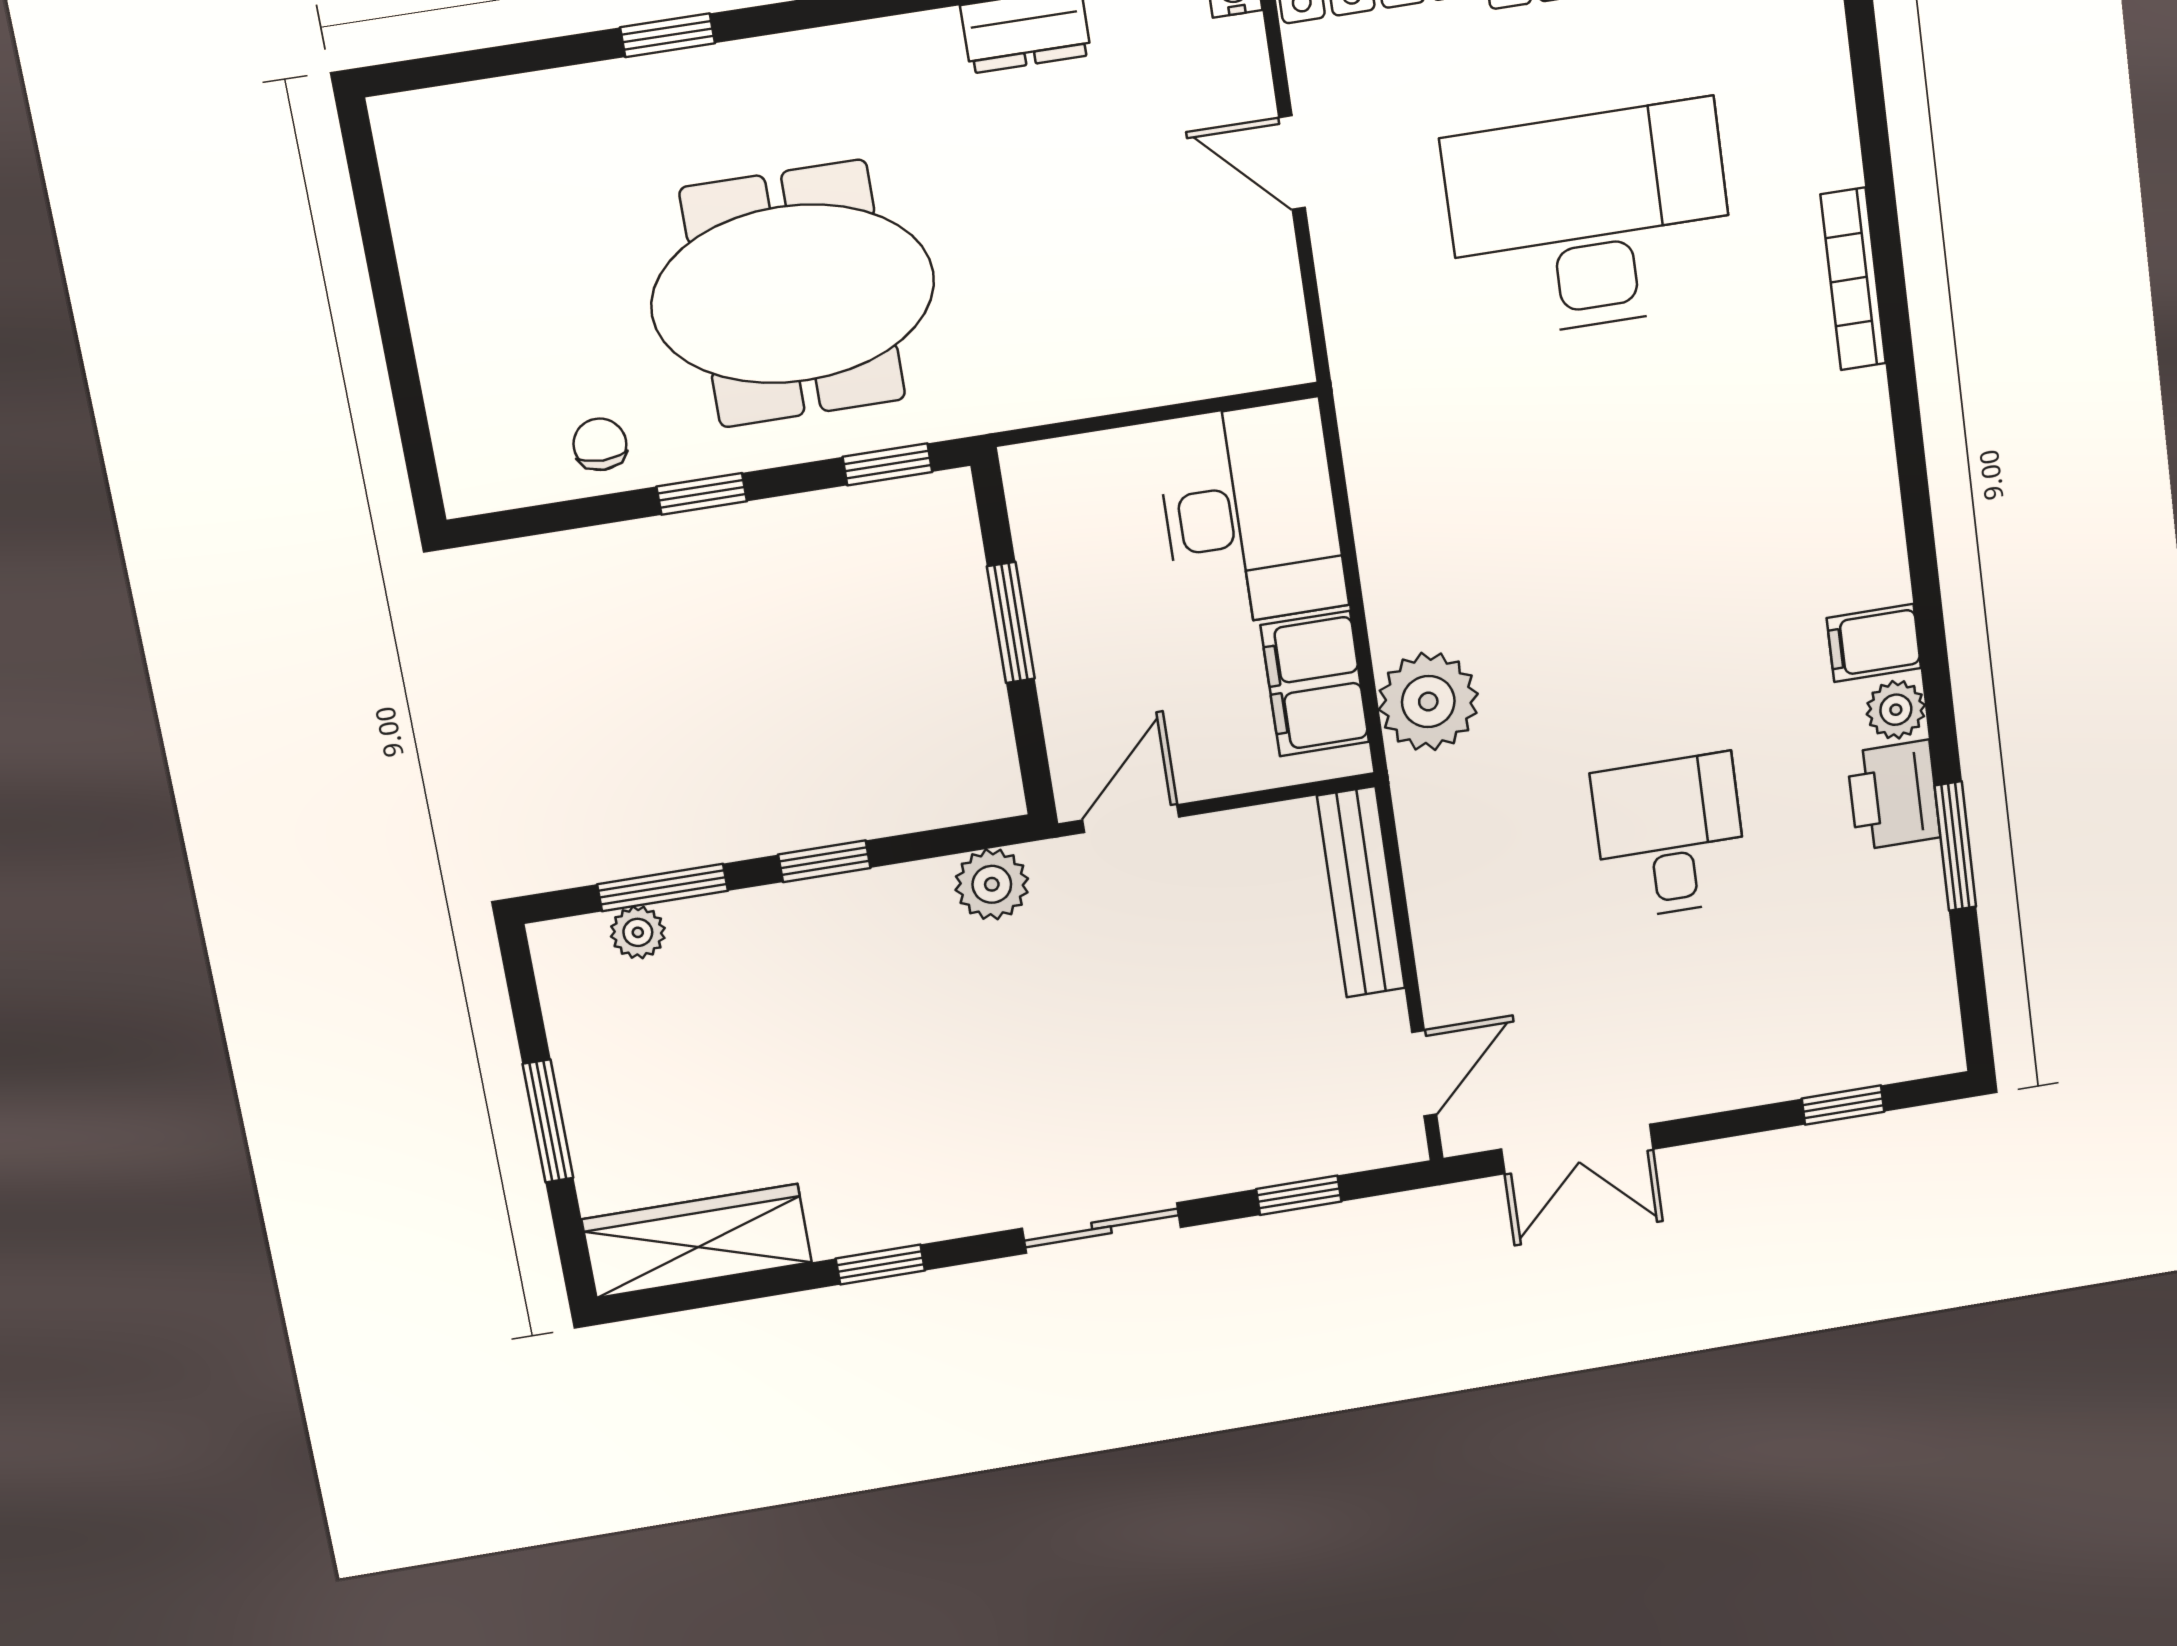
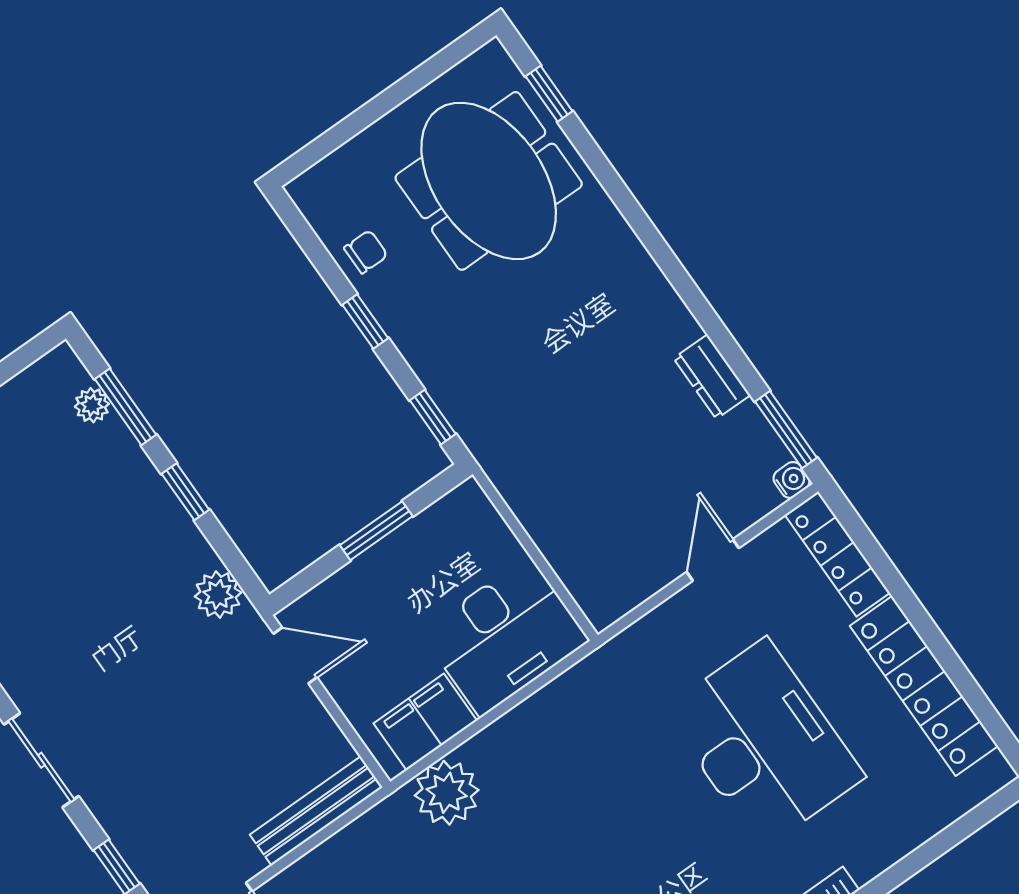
window: (668, 35) -> (549, 94), moved
meeting table: (793, 294) -> (489, 181), moved

